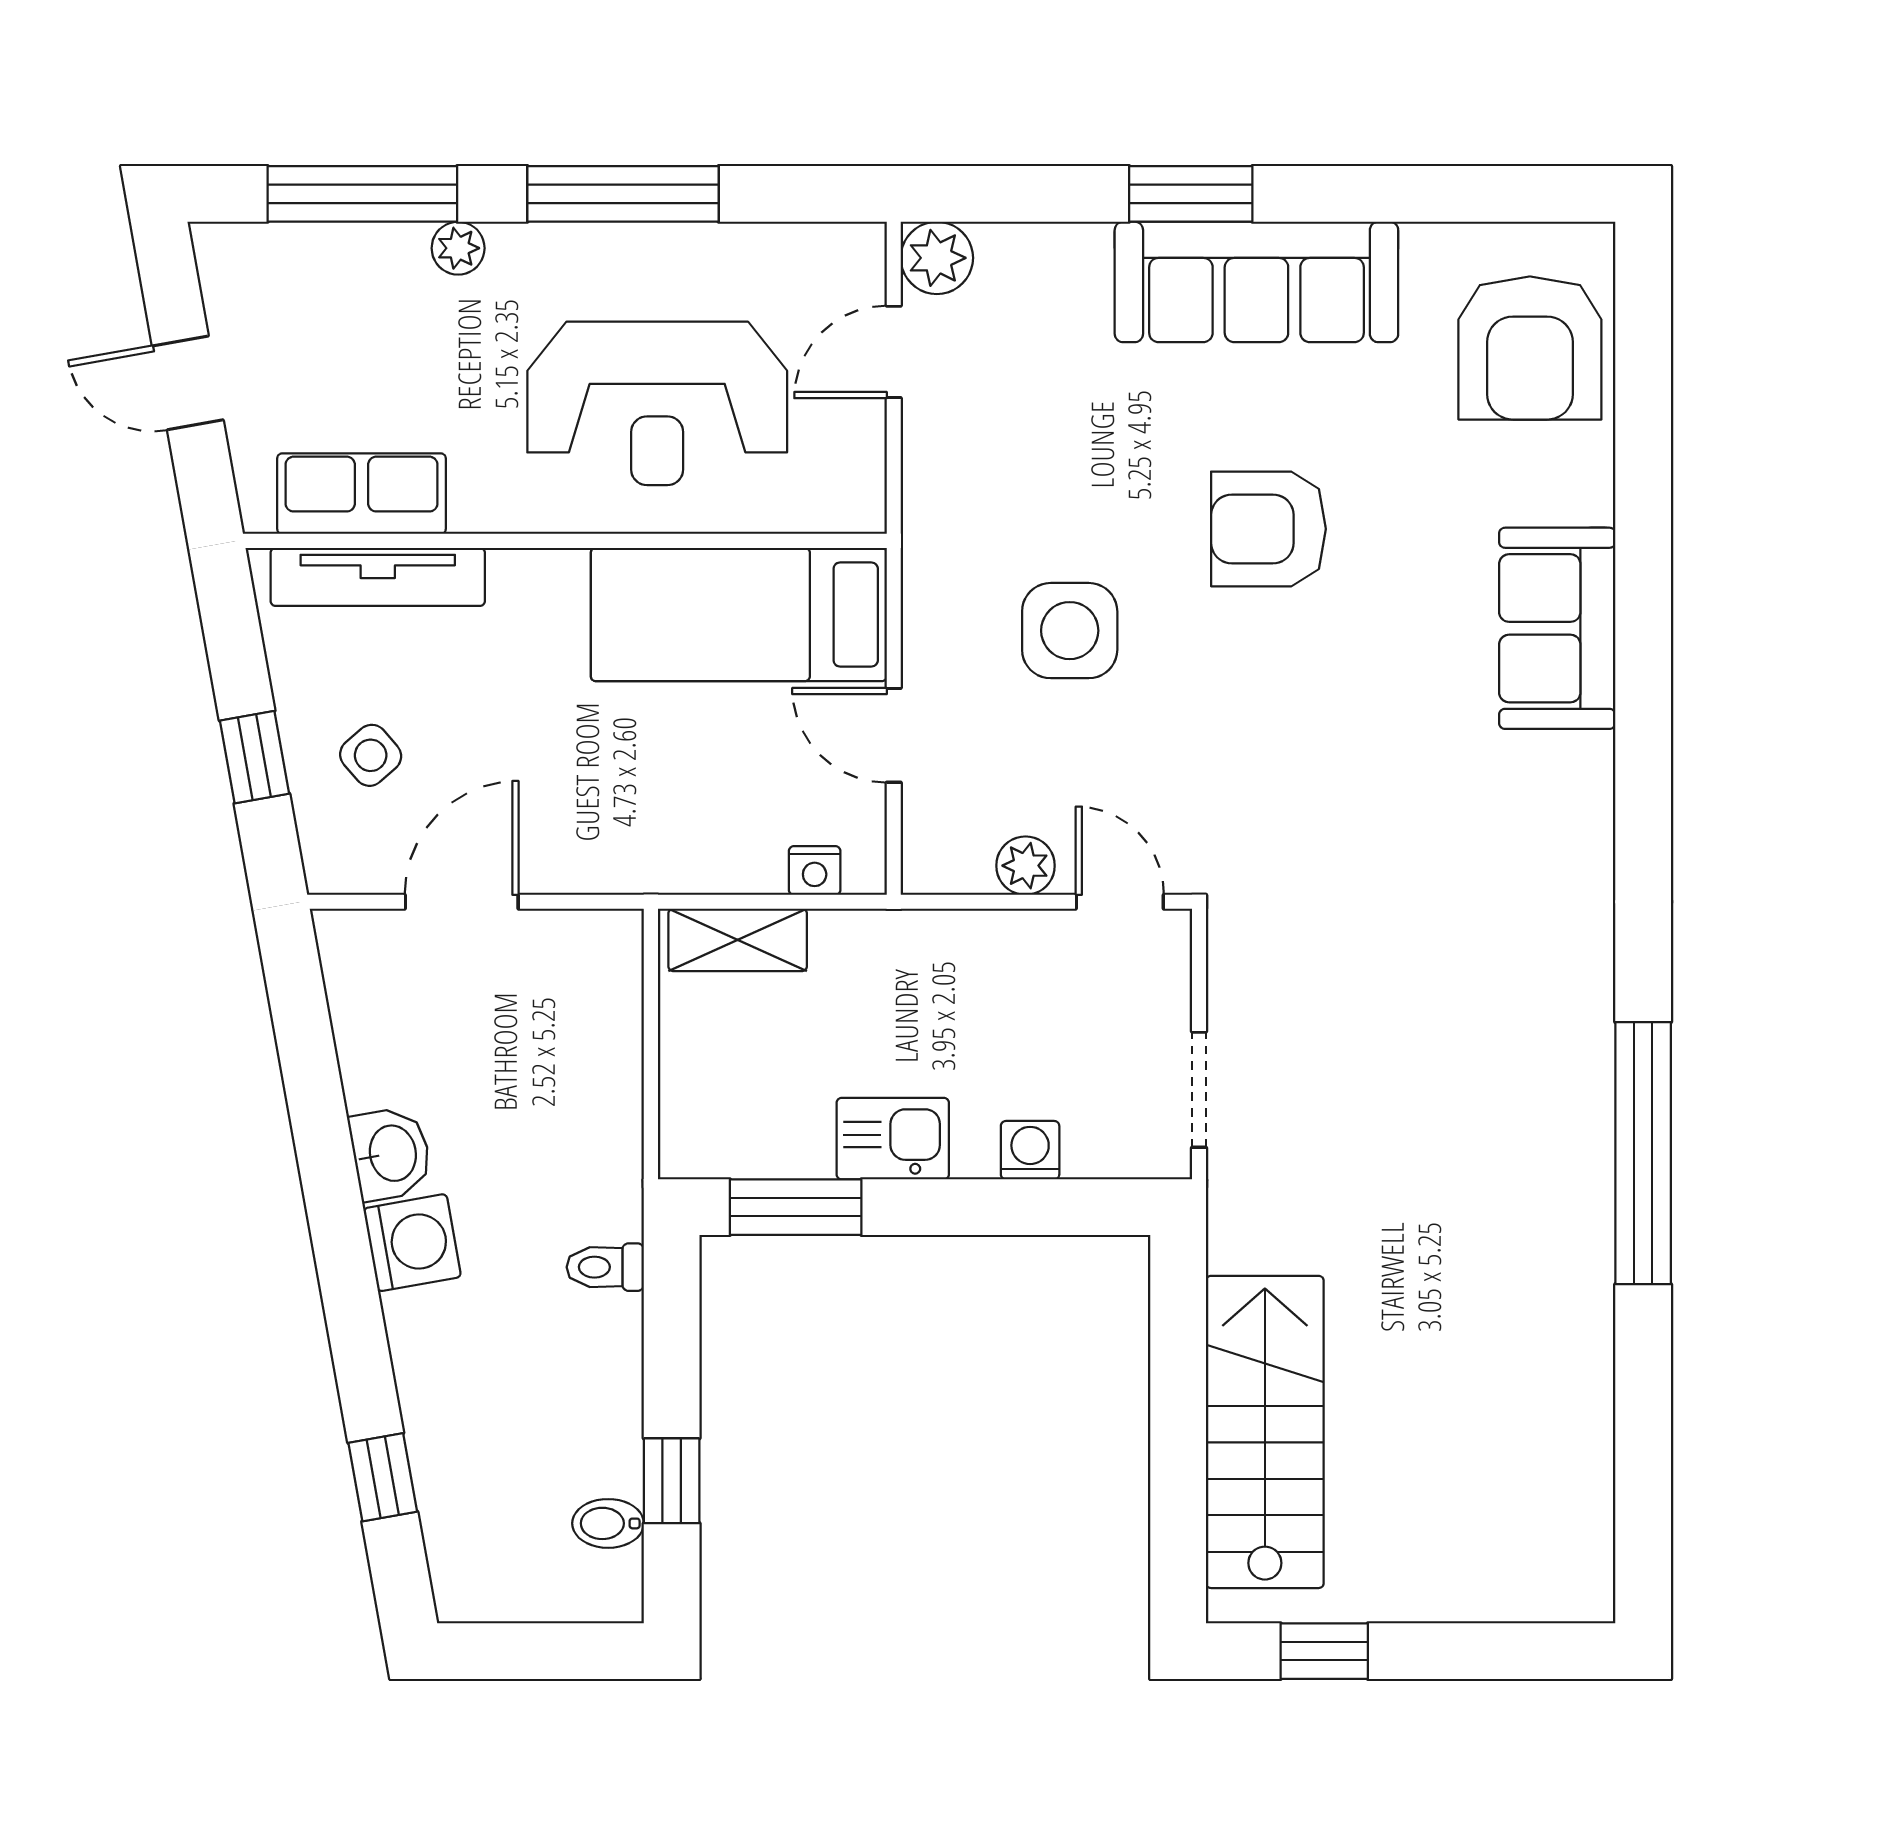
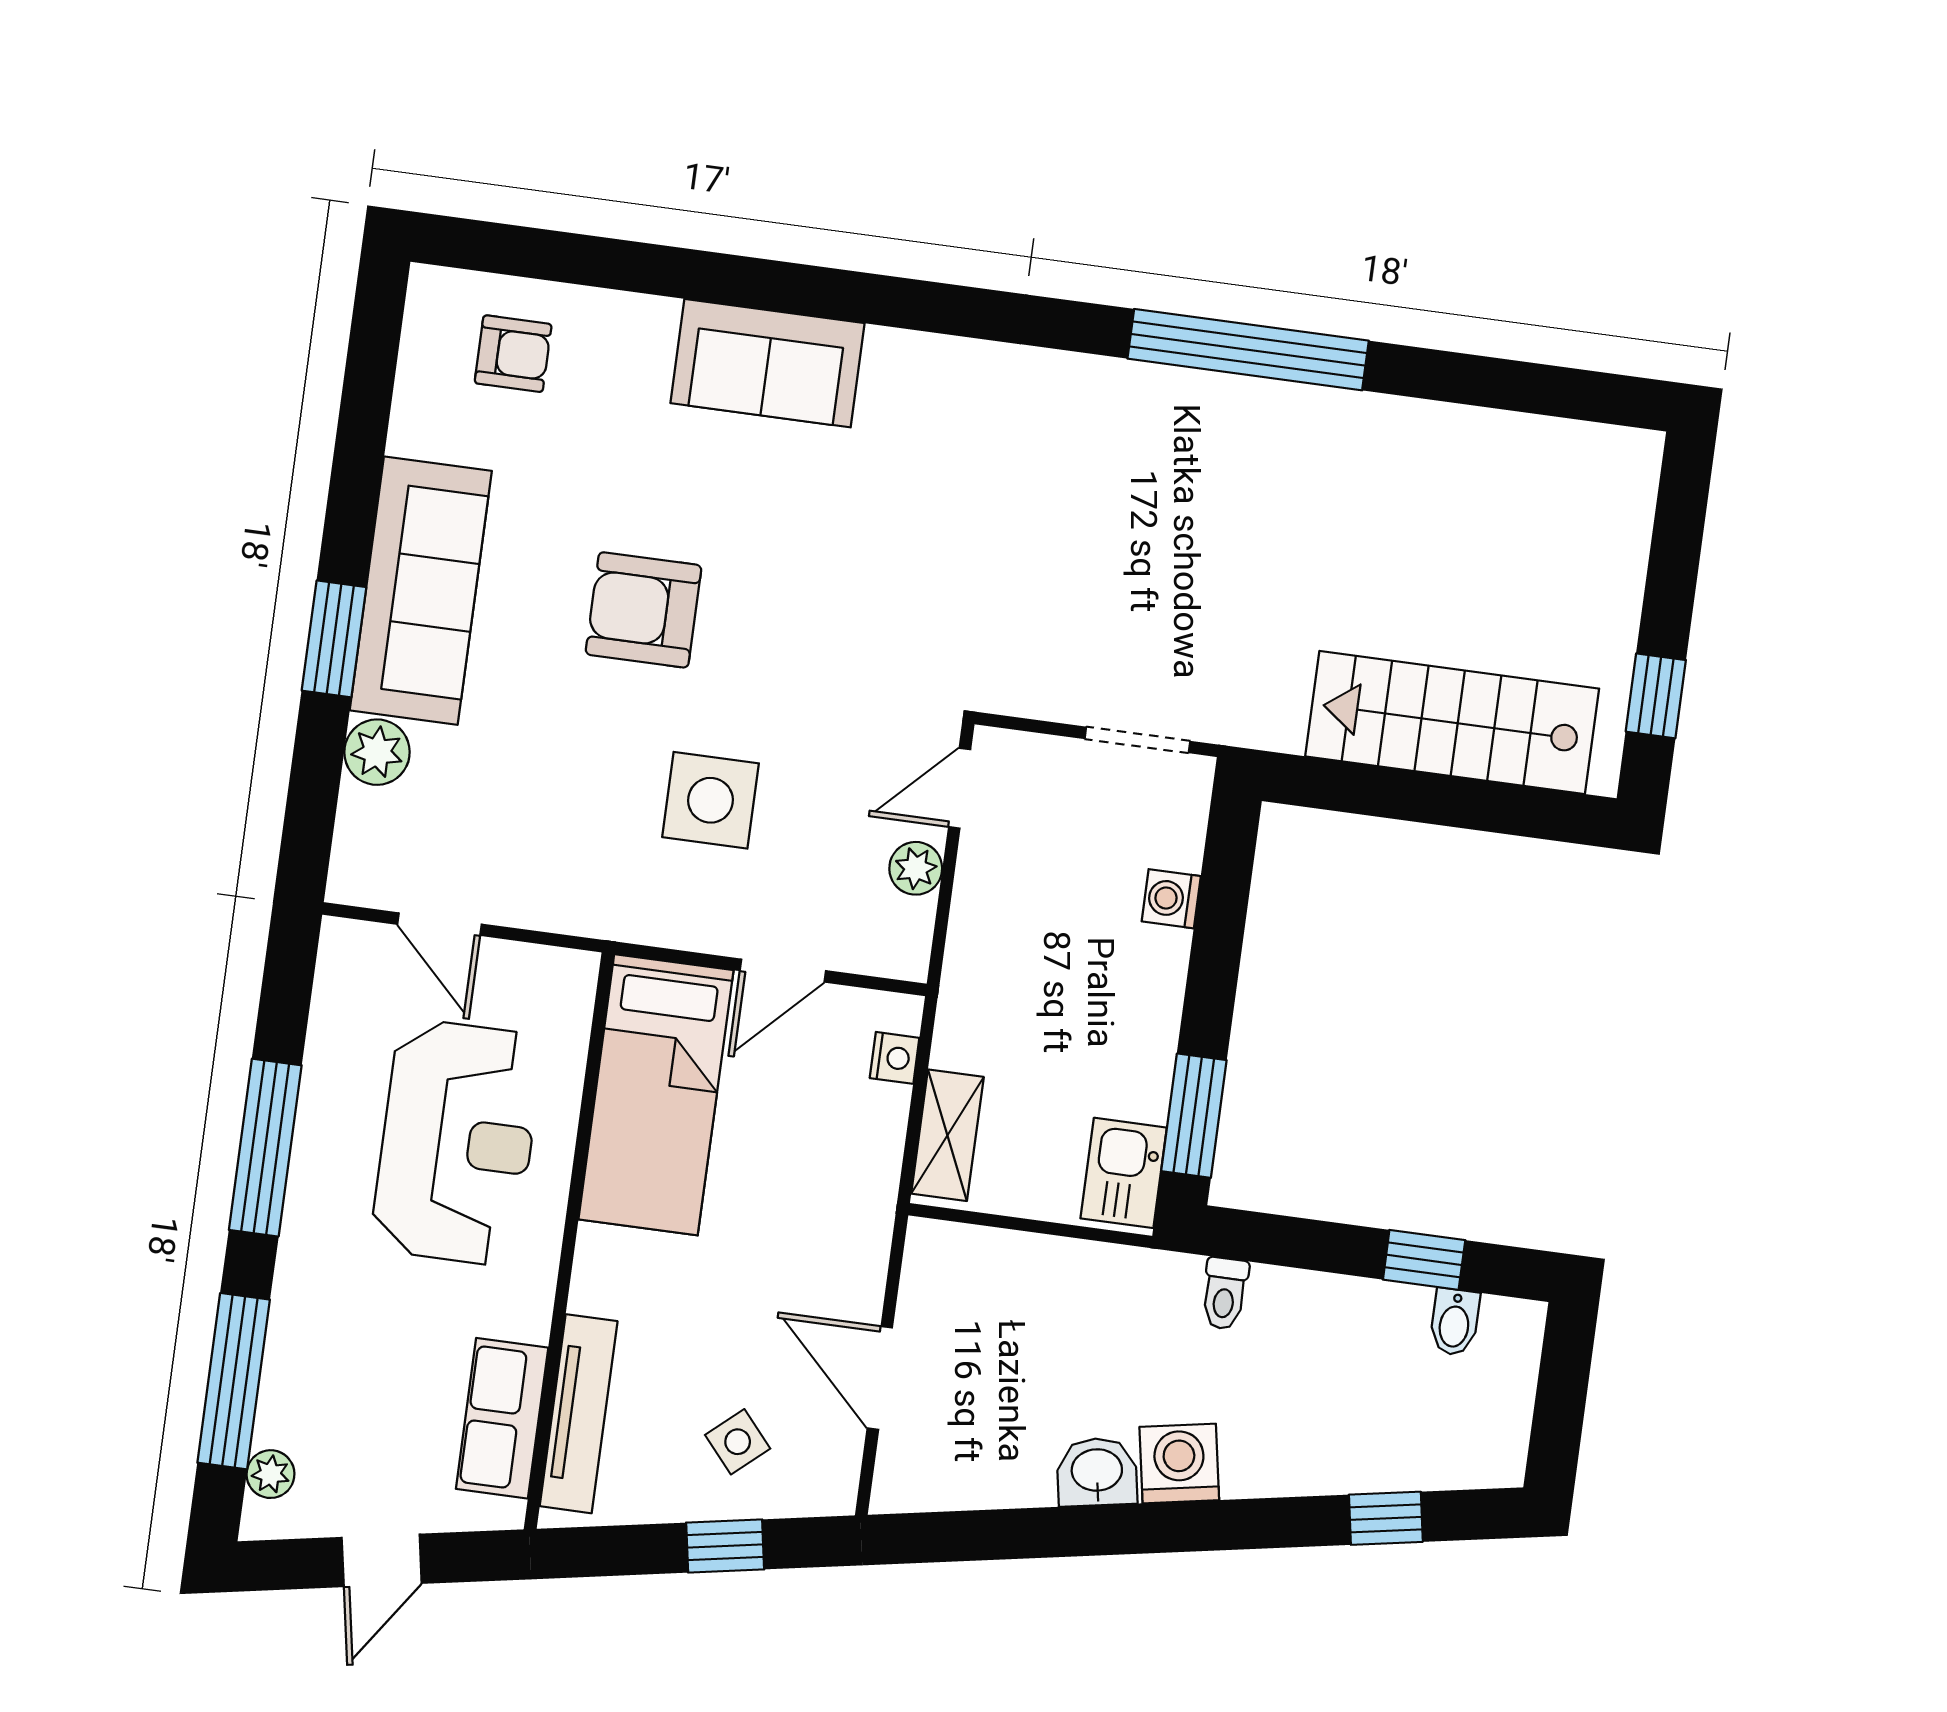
plant: (458, 248) -> (270, 1474), moved
plant: (937, 258) -> (377, 752), moved
armchair: (1530, 348) -> (513, 354), width x0.53, depth x0.53
armchair: (1268, 529) -> (644, 610), turned 90
kitchen sink: (893, 1139) -> (1124, 1173), moved

